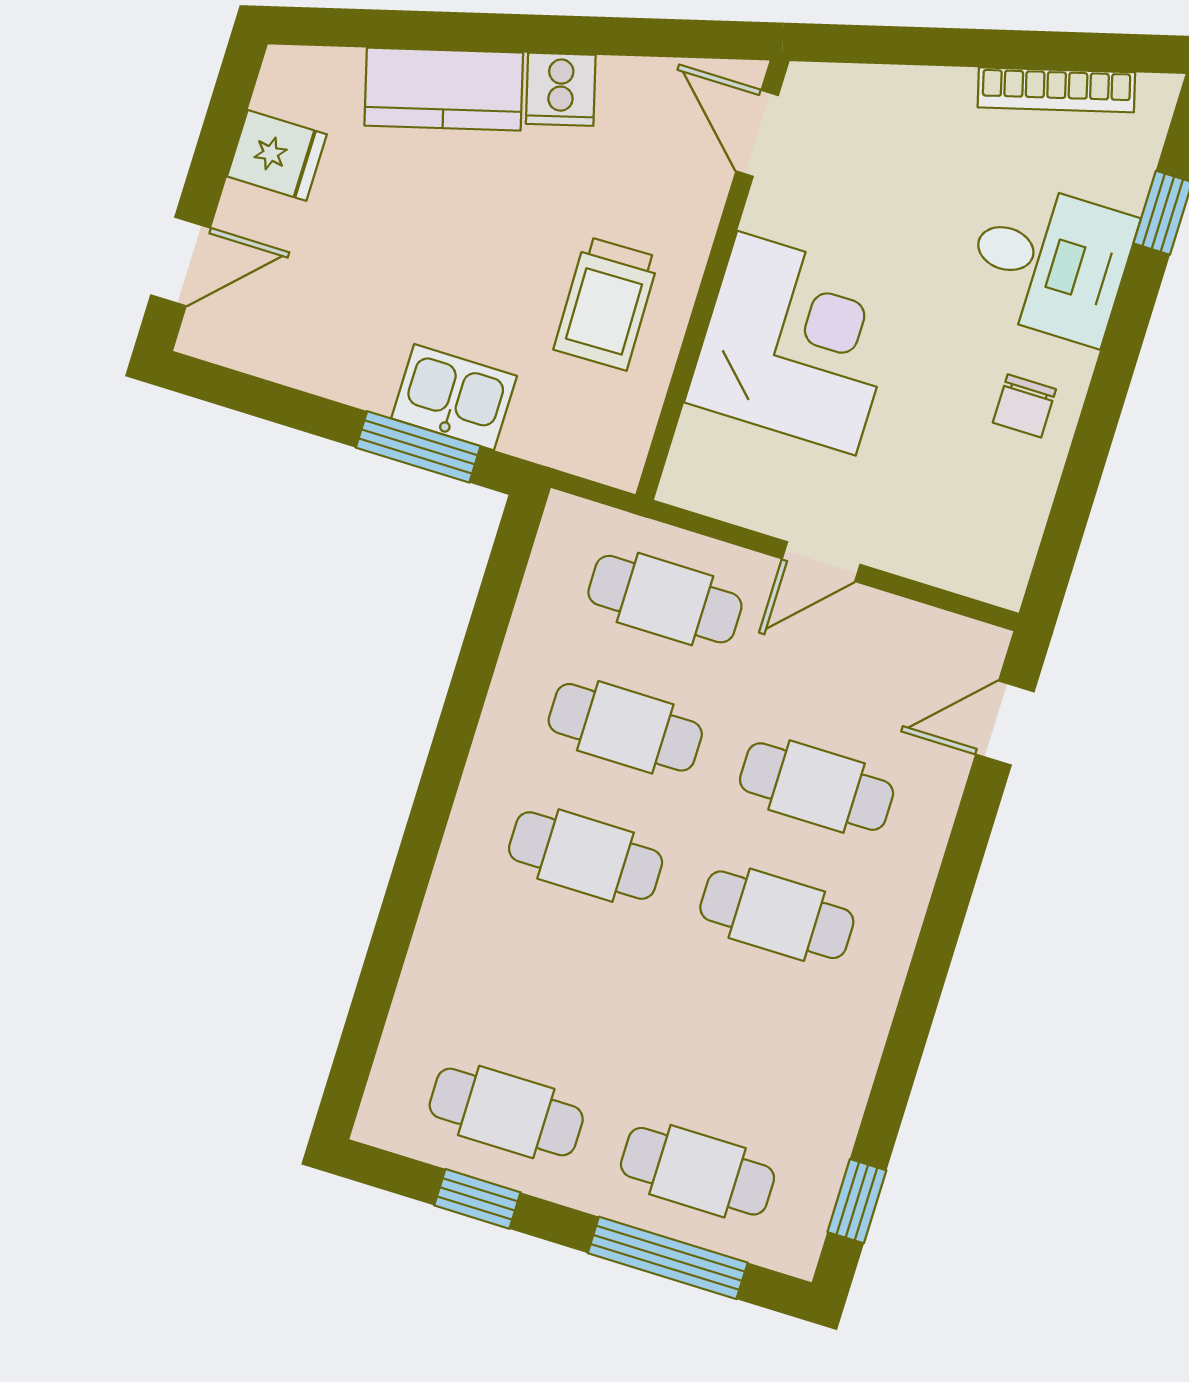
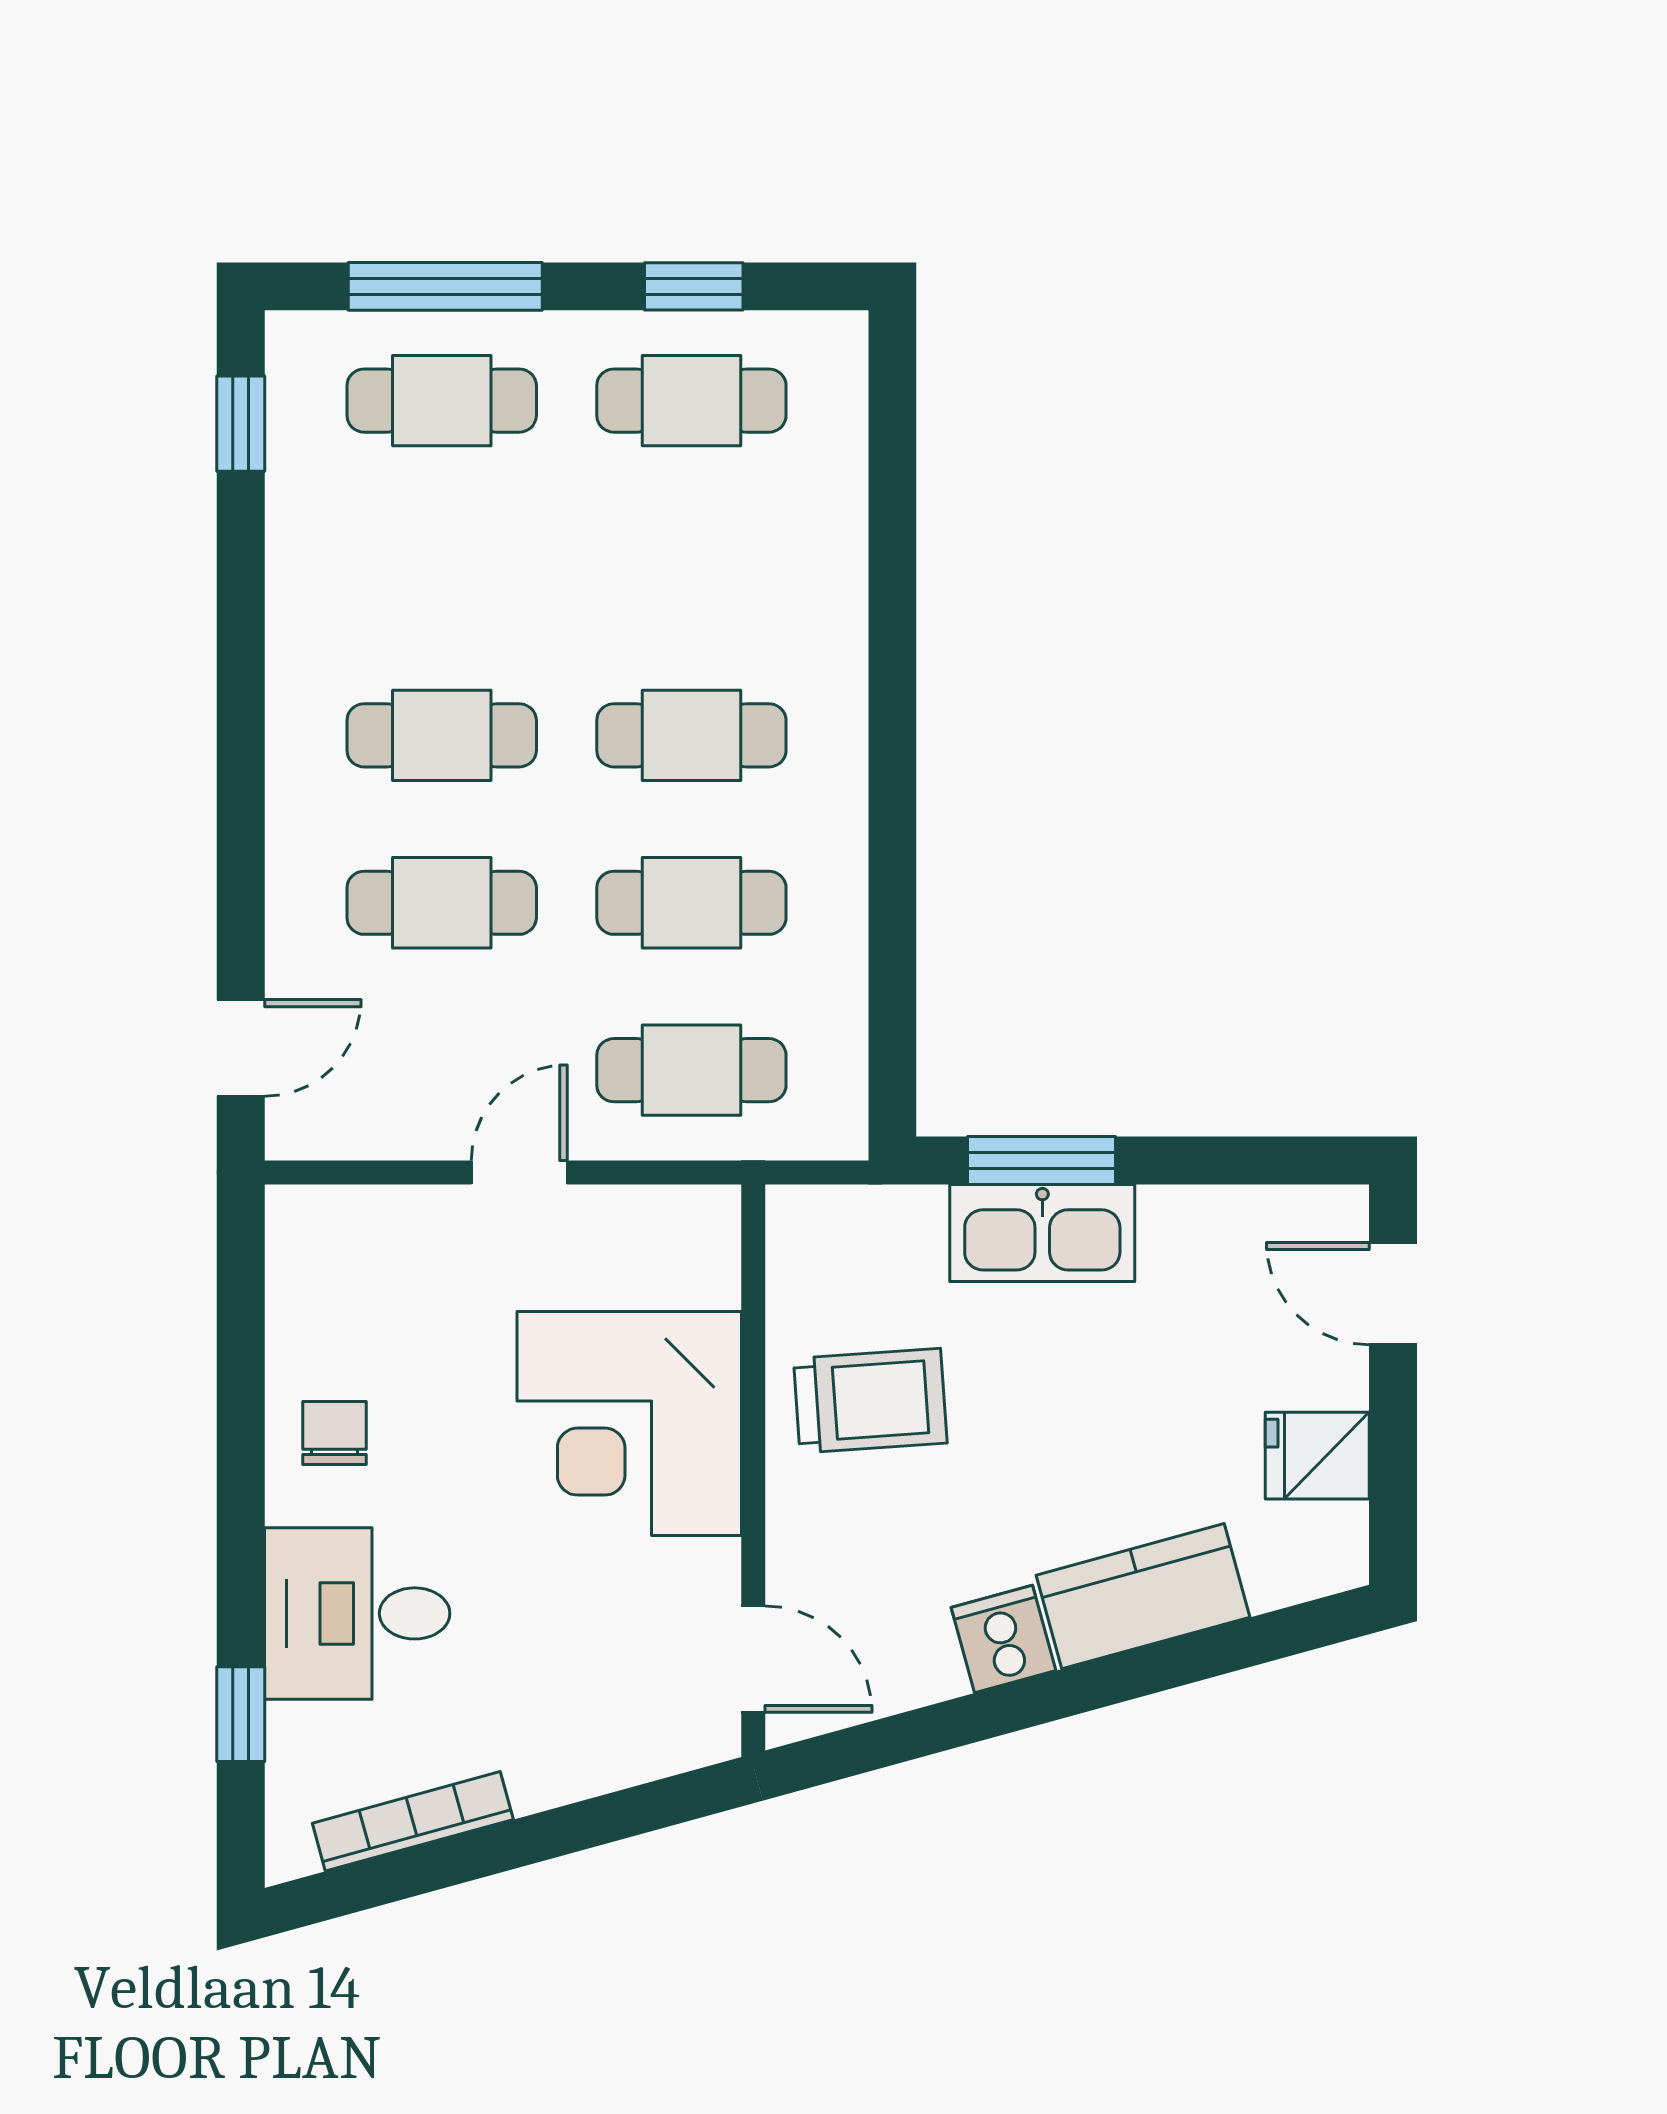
door: (181, 262) -> (1393, 1294), hinge flipped
trolley: (606, 303) -> (870, 1401), turned 87
kitchen sink: (454, 397) -> (1042, 1233), width x1.38

